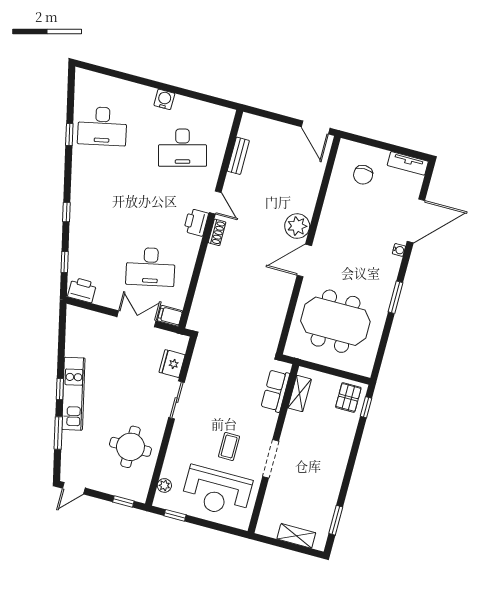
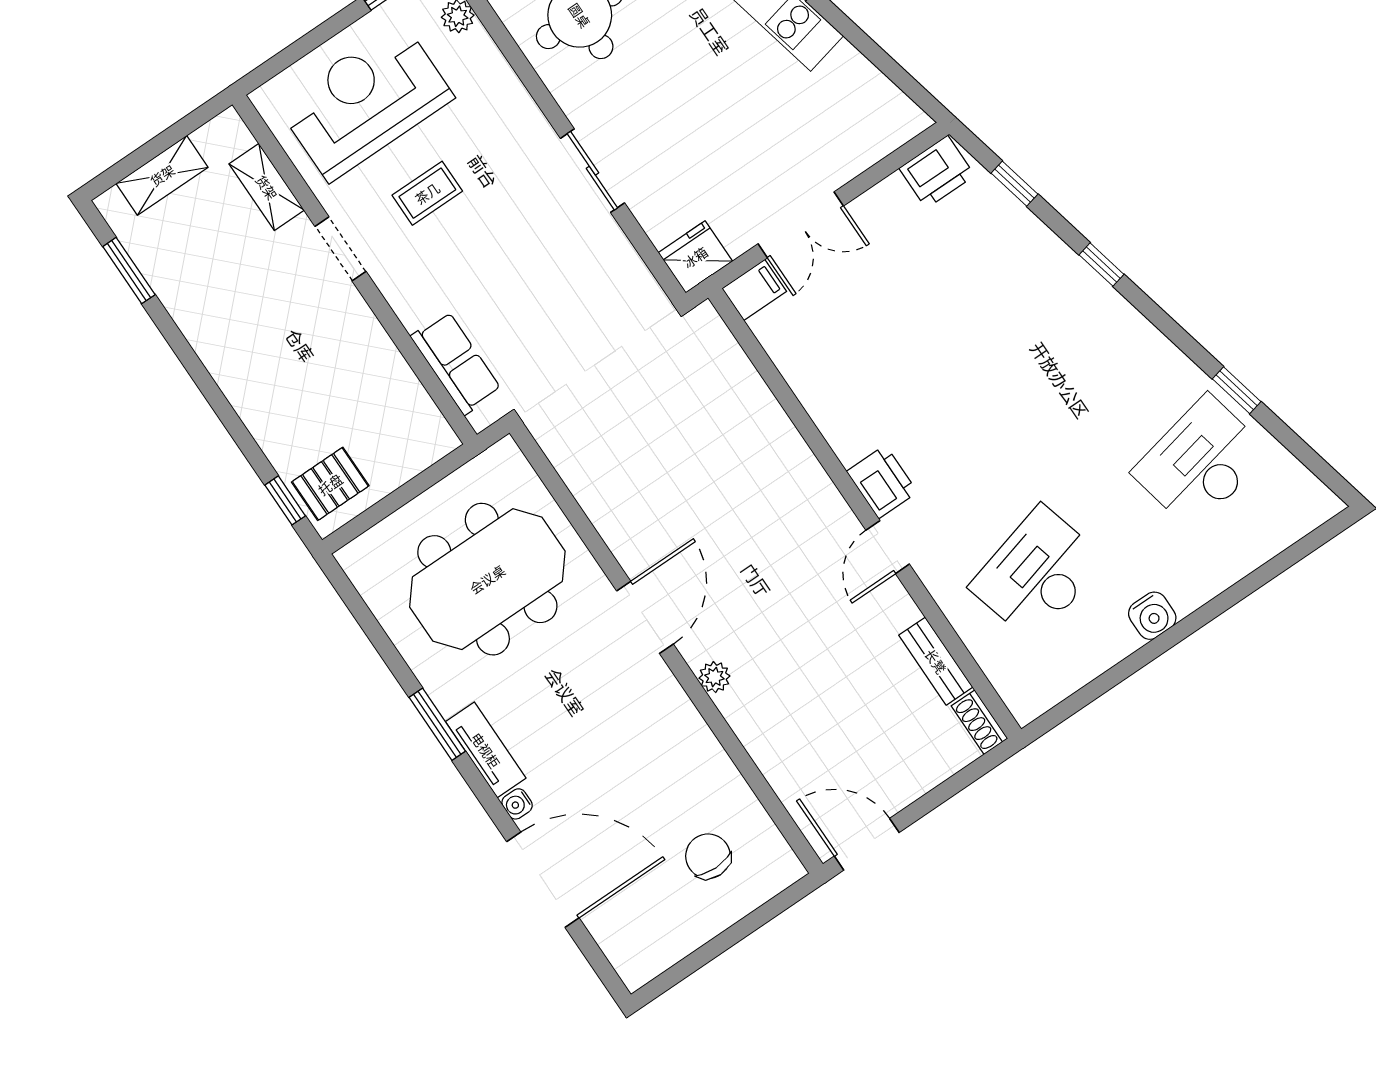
tv unit: (408, 163) -> (486, 750), moved, turned 90
door: (215, 203) -> (888, 547), hinge flipped
door: (416, 221) -> (543, 880), swing flipped
plant: (297, 226) -> (714, 677), width x0.53, depth x0.53
shoe rack: (217, 232) -> (979, 722), moved
desk: (151, 267) -> (872, 331), removed
fridge: (172, 364) -> (695, 257), moved, turned -90
shelving: (300, 393) -> (267, 187), moved
pallet: (348, 397) -> (330, 484), turned 90
coffee table: (229, 446) -> (427, 193), turned 90
doorway: (271, 459) -> (341, 249), width x0.73

